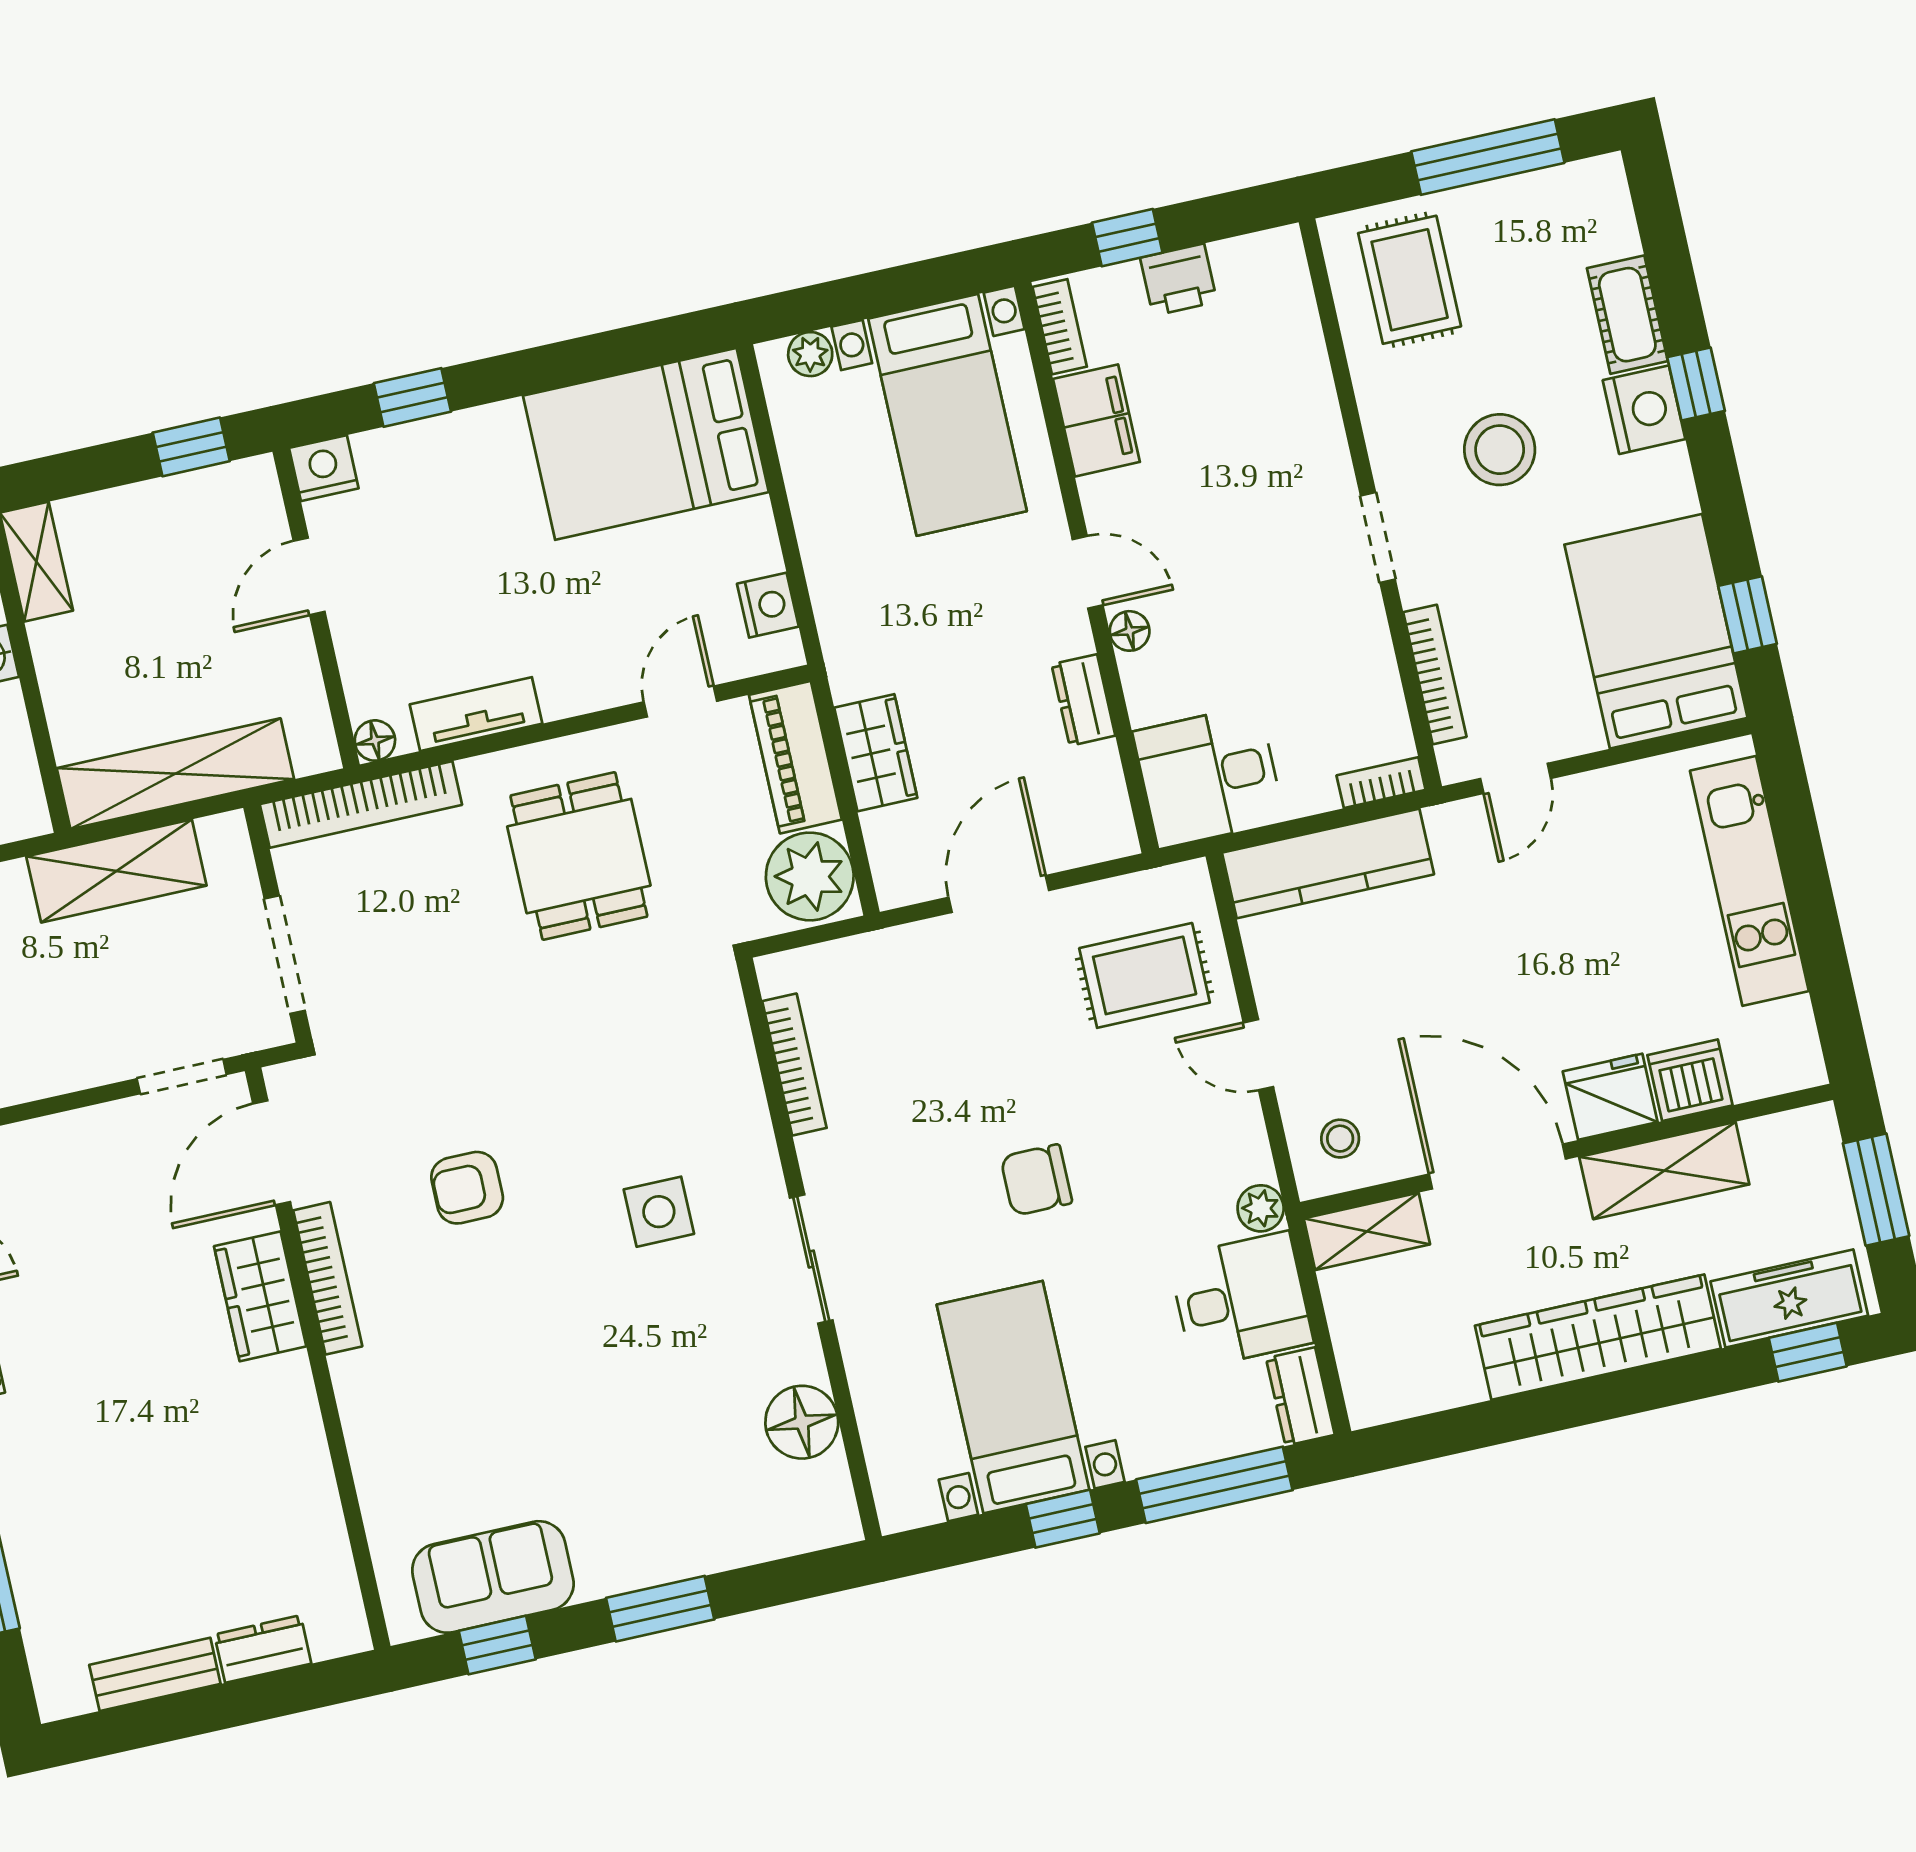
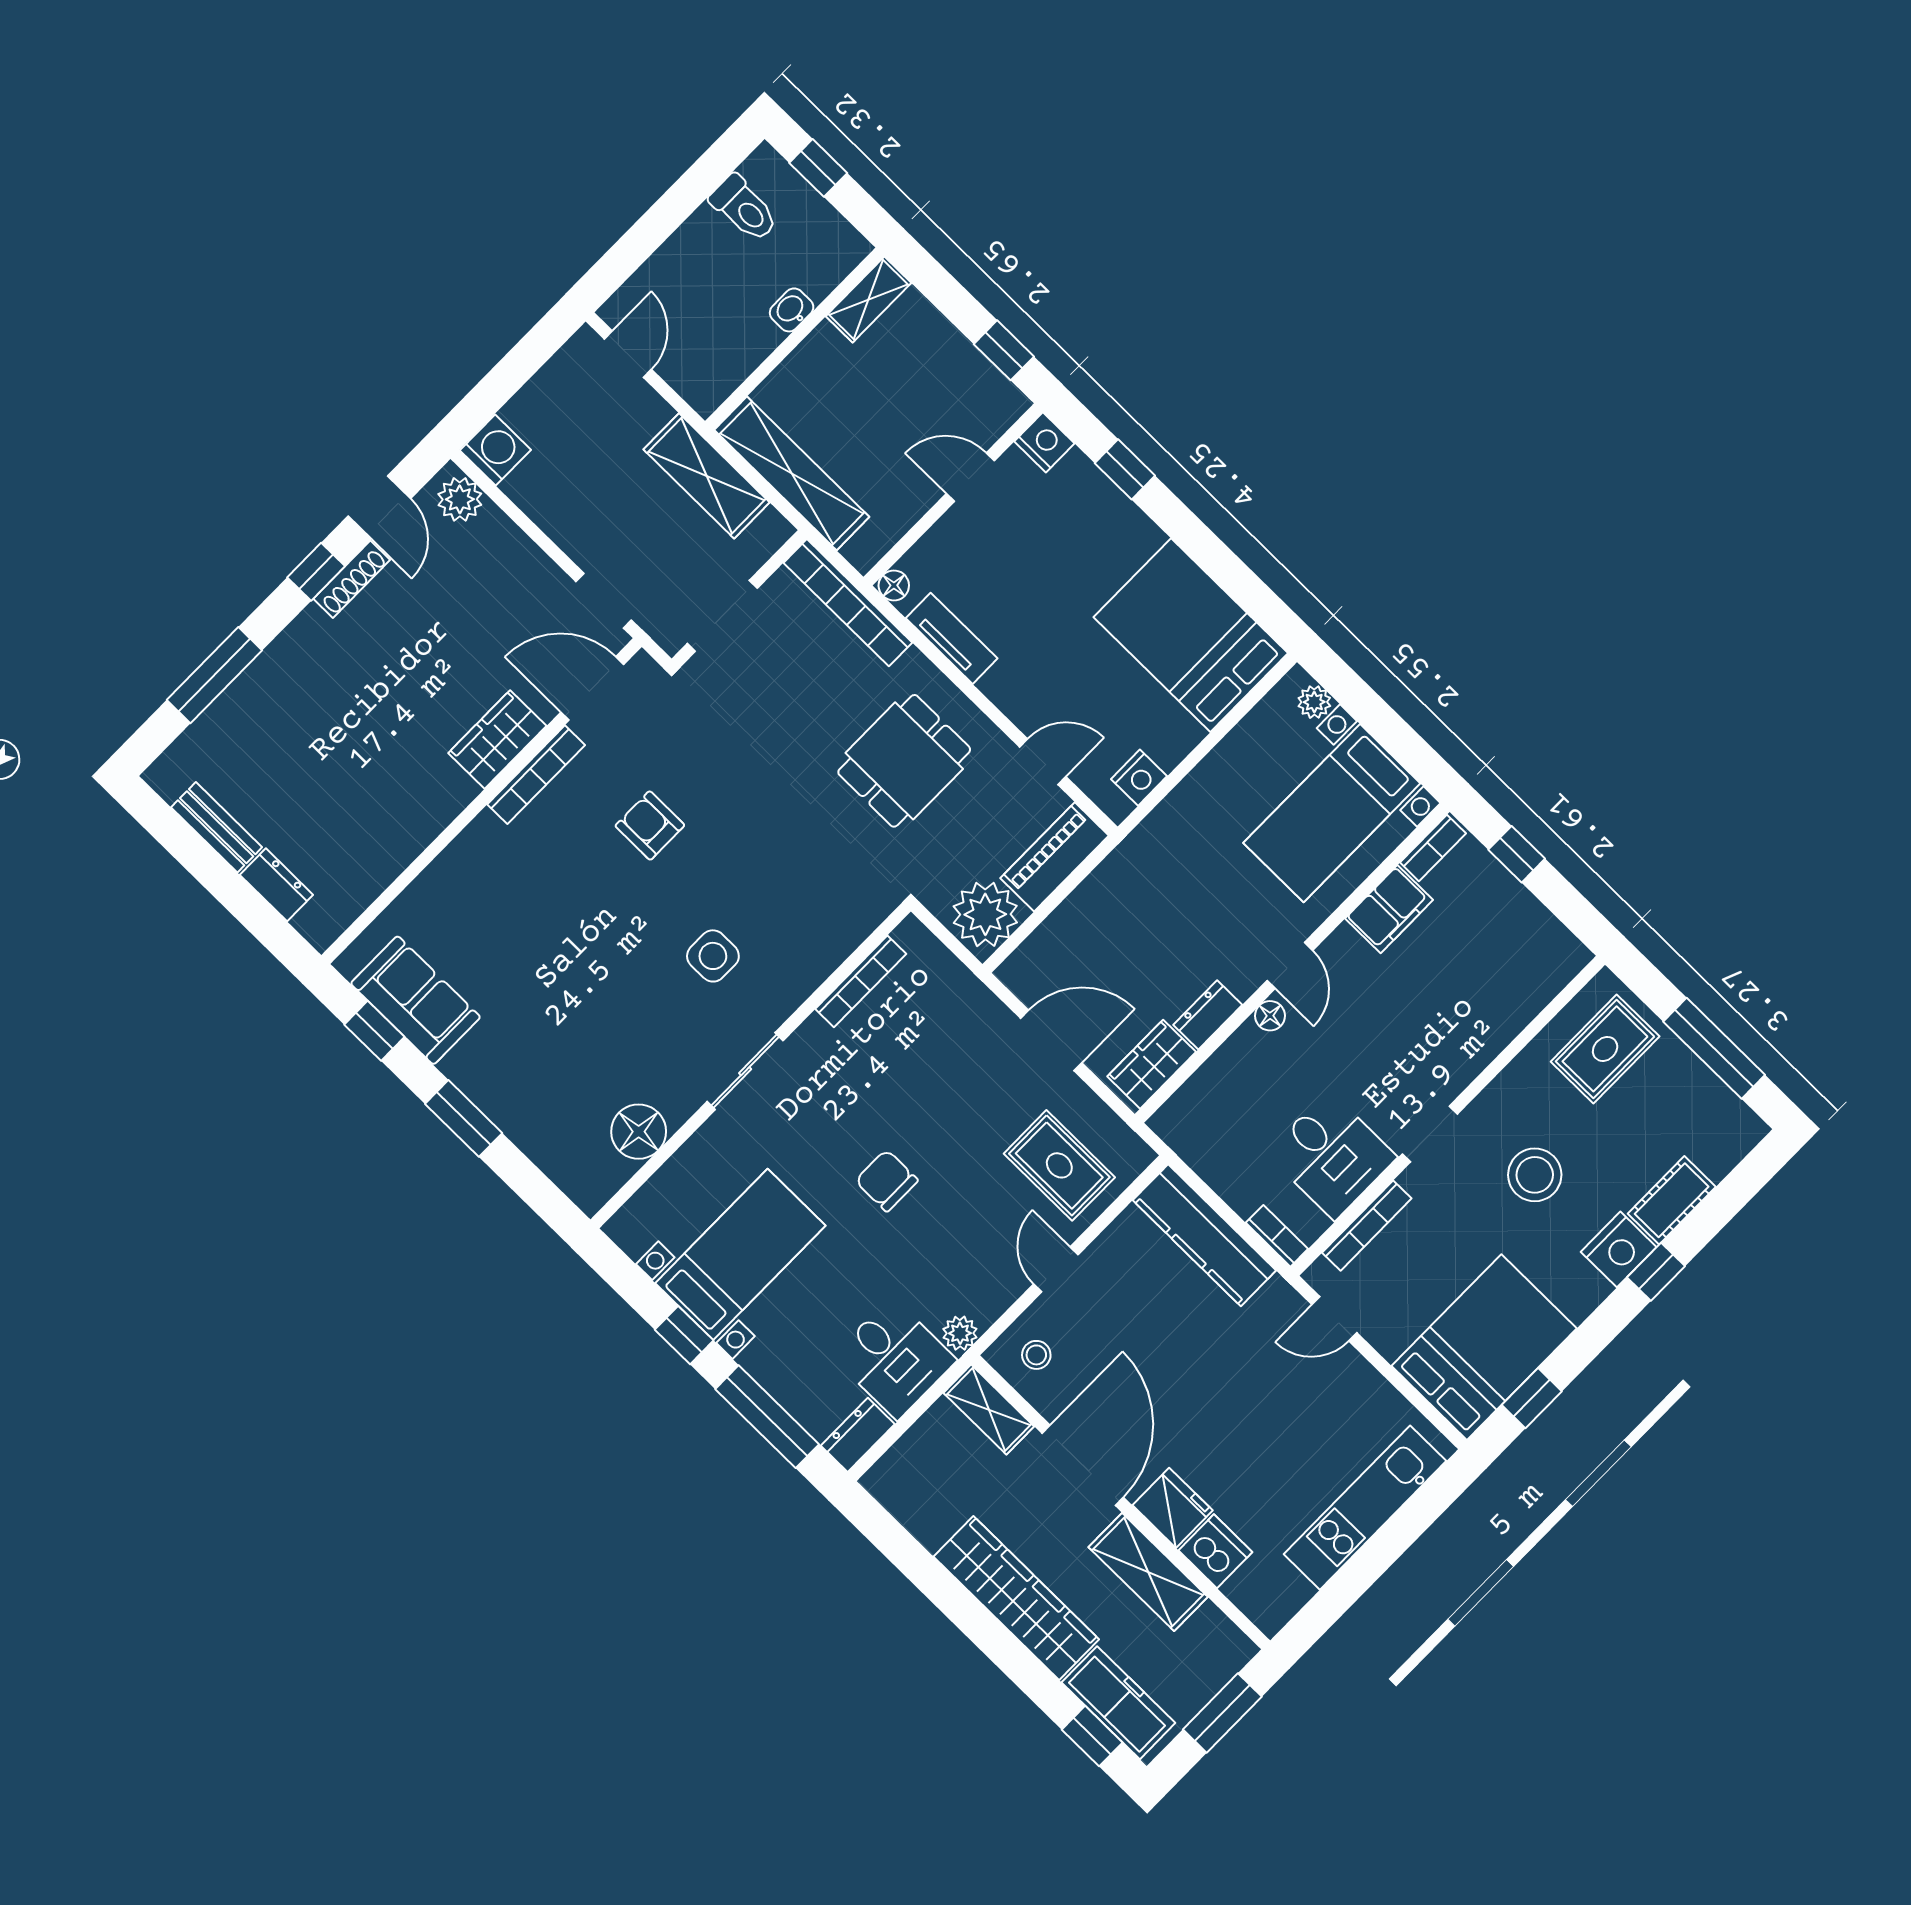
printer: (1179, 280) -> (1511, 904), removed
wardrobe: (876, 753) -> (1152, 1064), moved, turned 180
desk: (1209, 776) -> (1332, 1155), moved, turned 180

